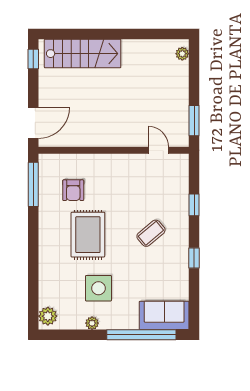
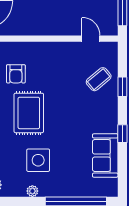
coffee table: (151, 233) -> (99, 79), moved
sofa: (164, 315) -> (105, 156), moved, turned -90

